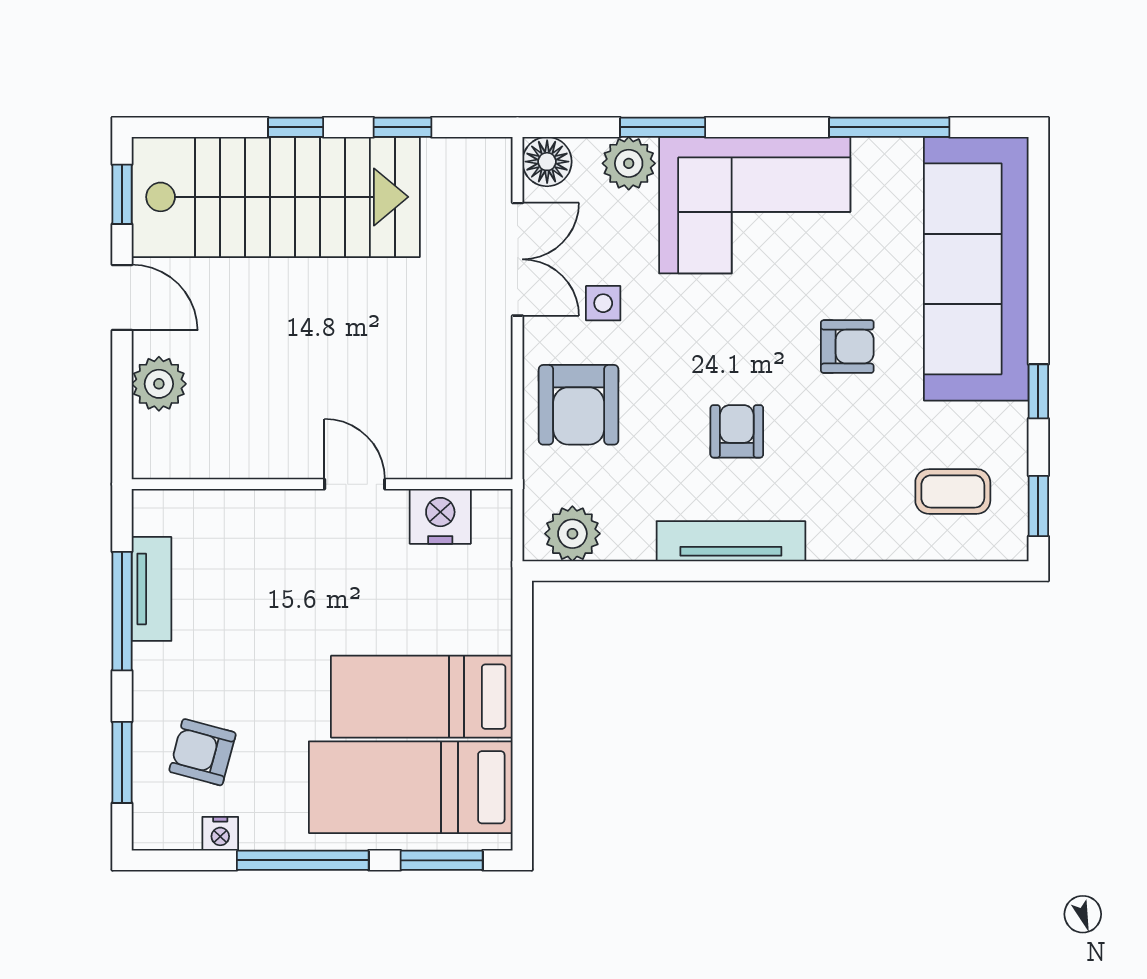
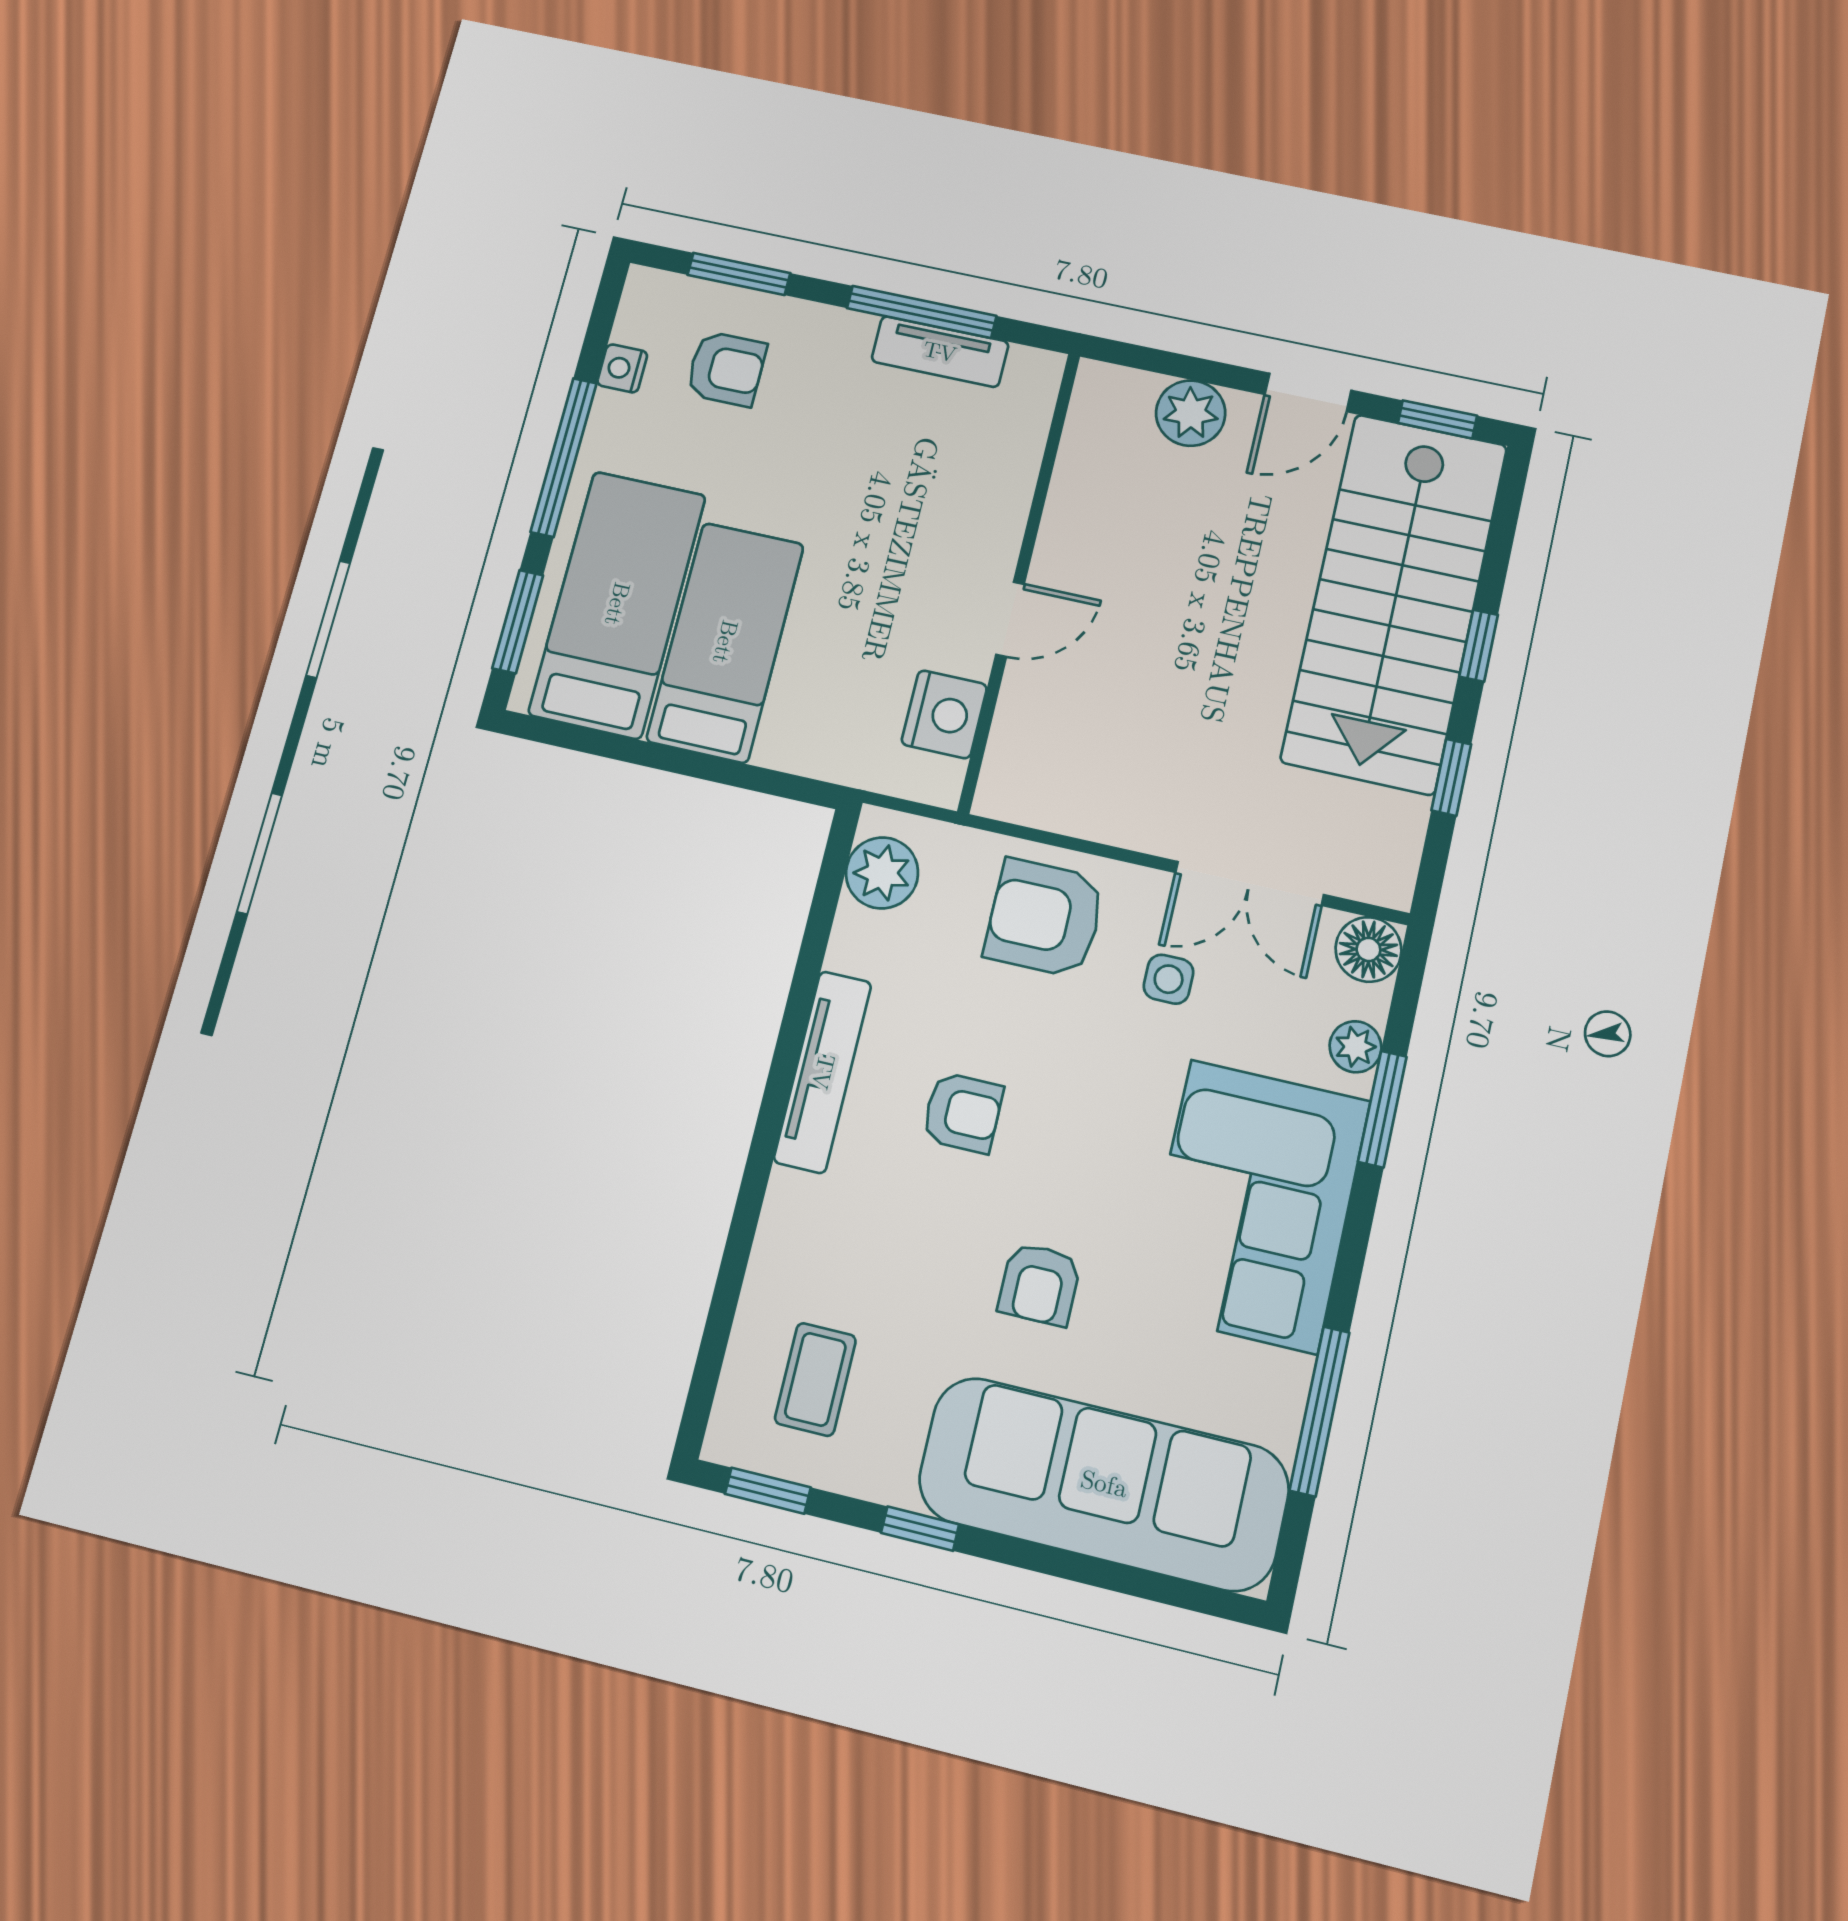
plant: (629, 163) -> (1355, 1047), width x0.73, depth x0.73
armchair: (202, 752) -> (726, 369), turned 75

